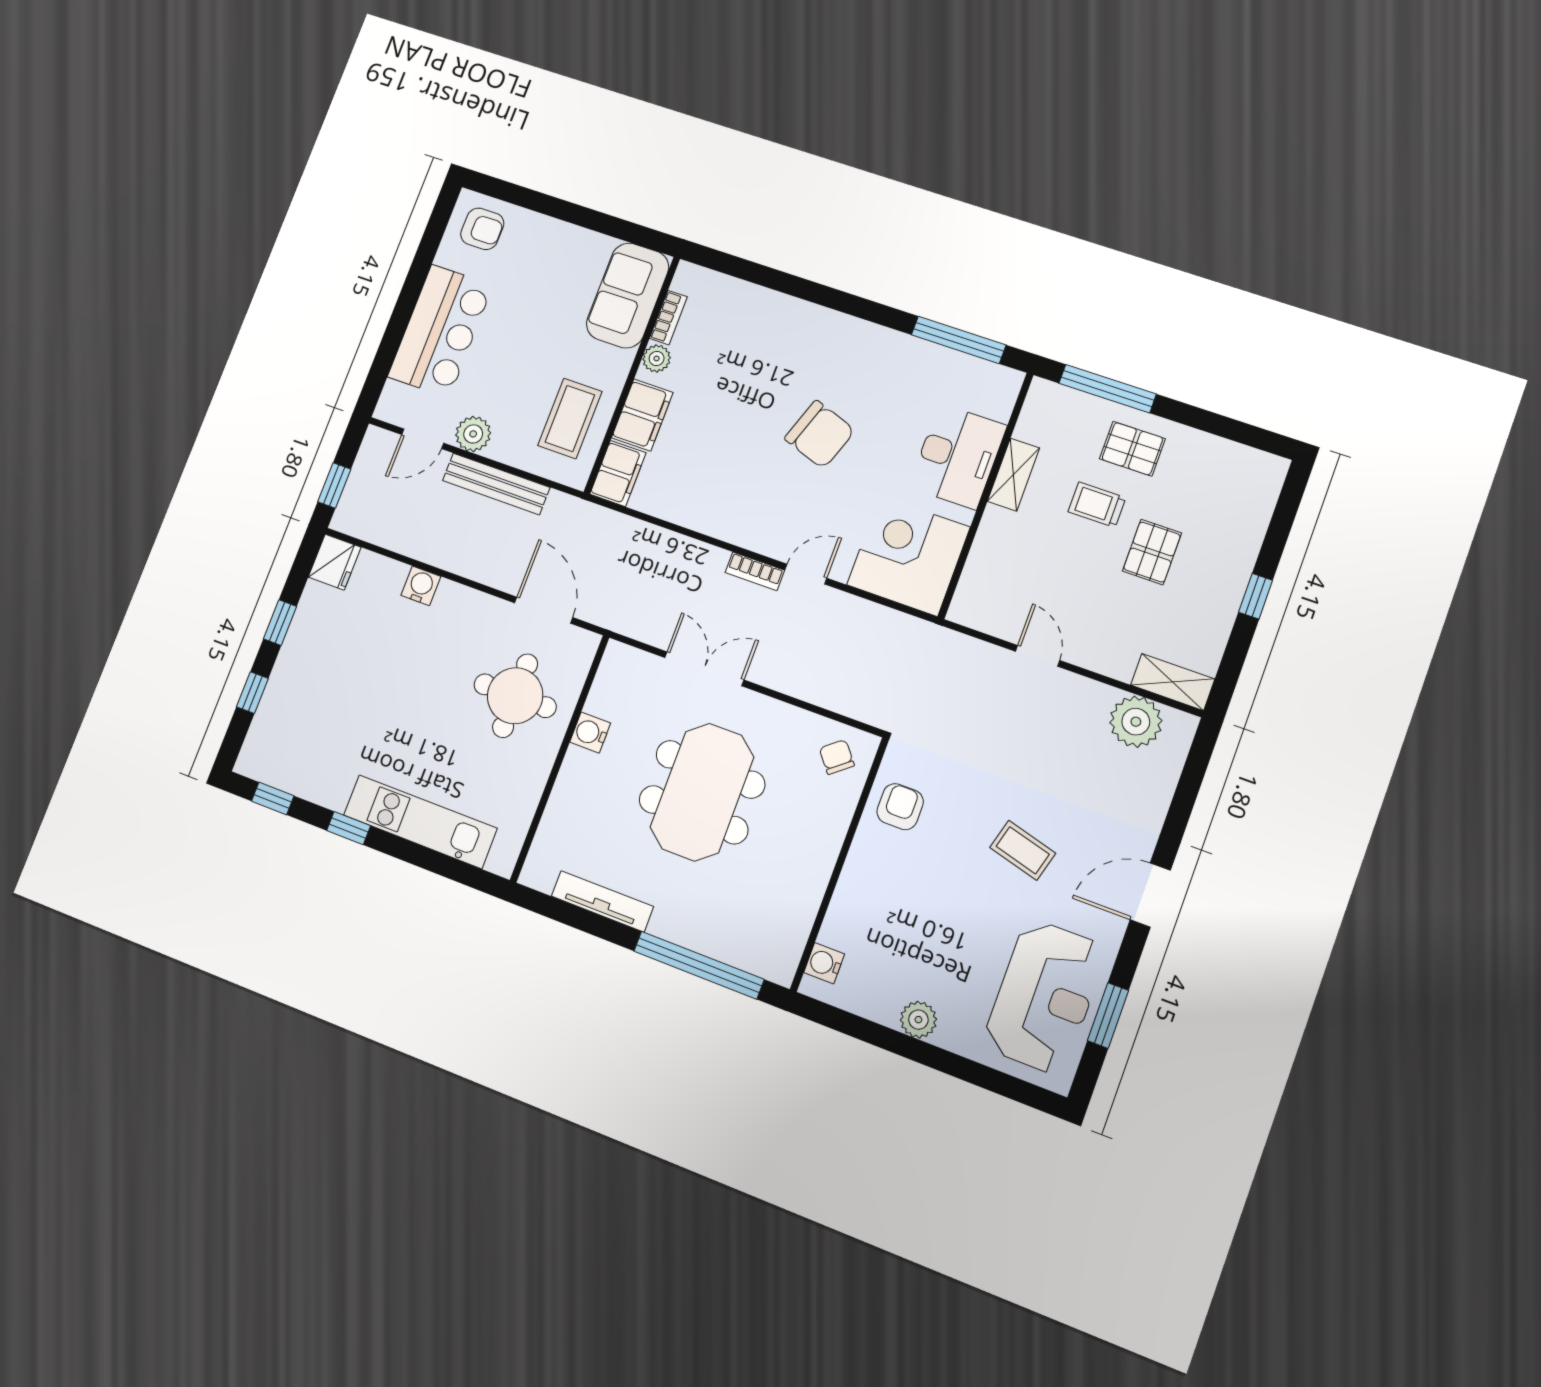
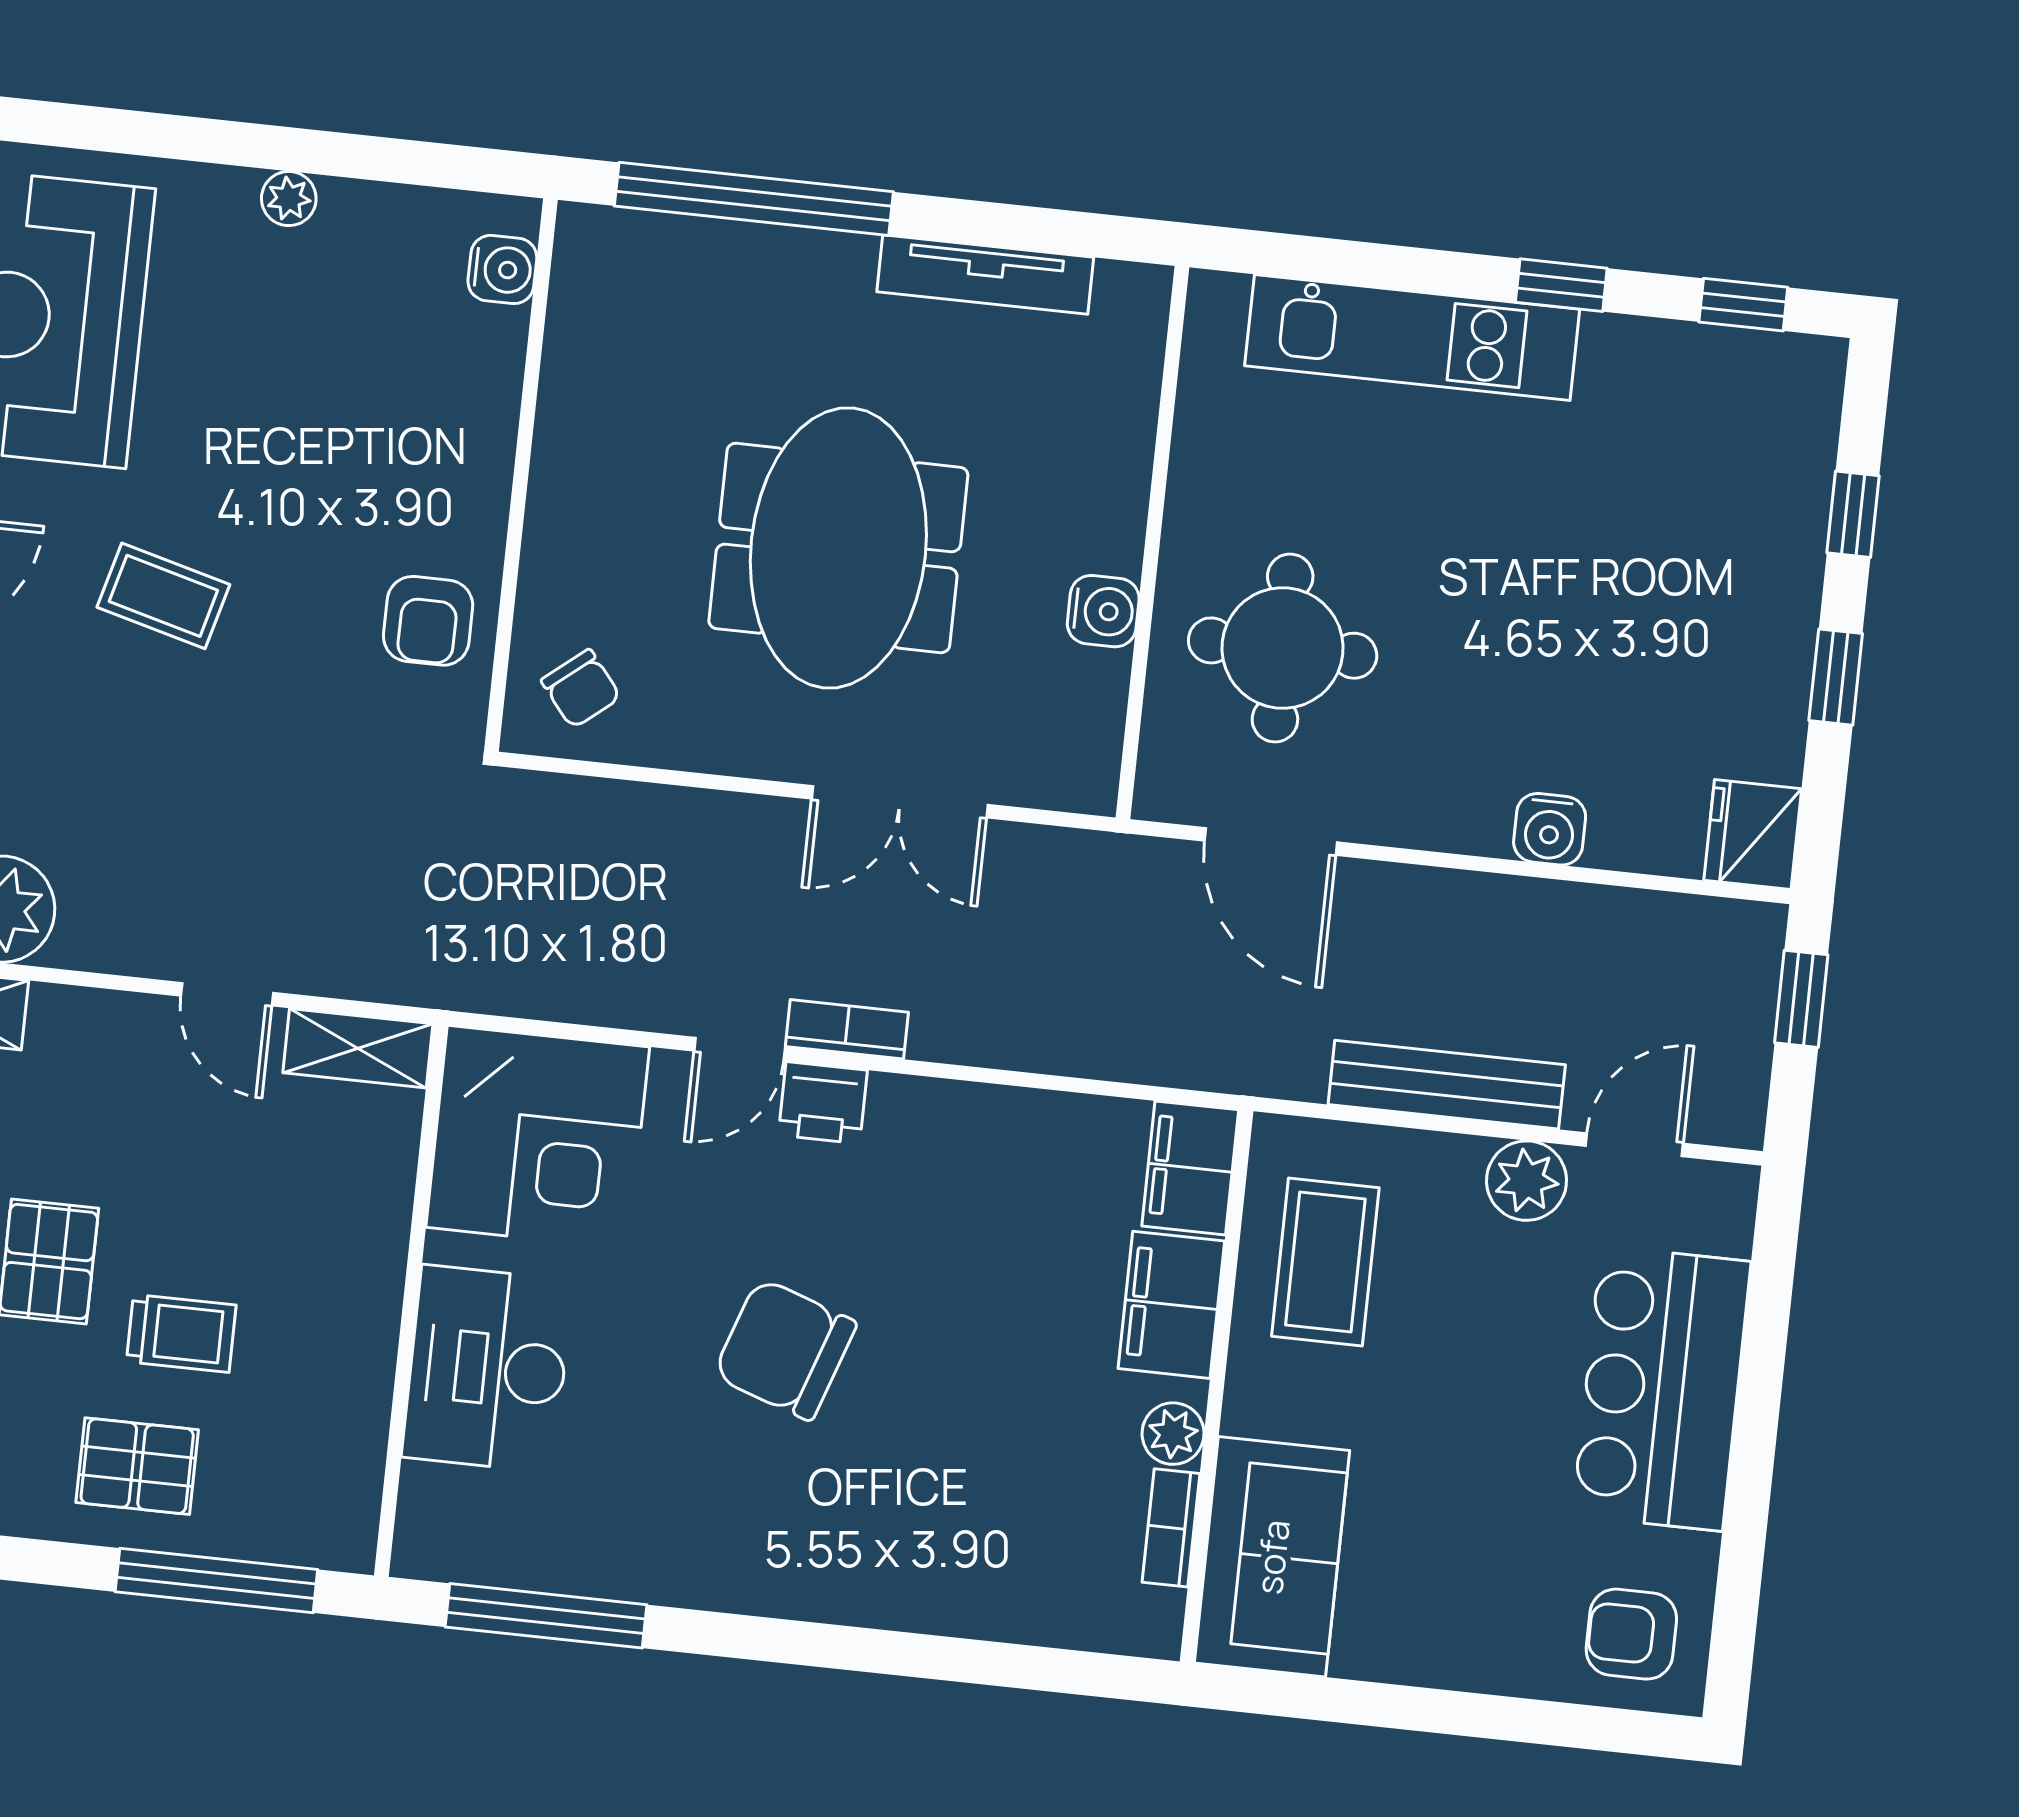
shelving: (1013, 475) -> (358, 1048), moved, turned 90
printer: (774, 541) -> (823, 1103), added
plant: (918, 1020) -> (289, 199), width x0.73, depth x0.73

